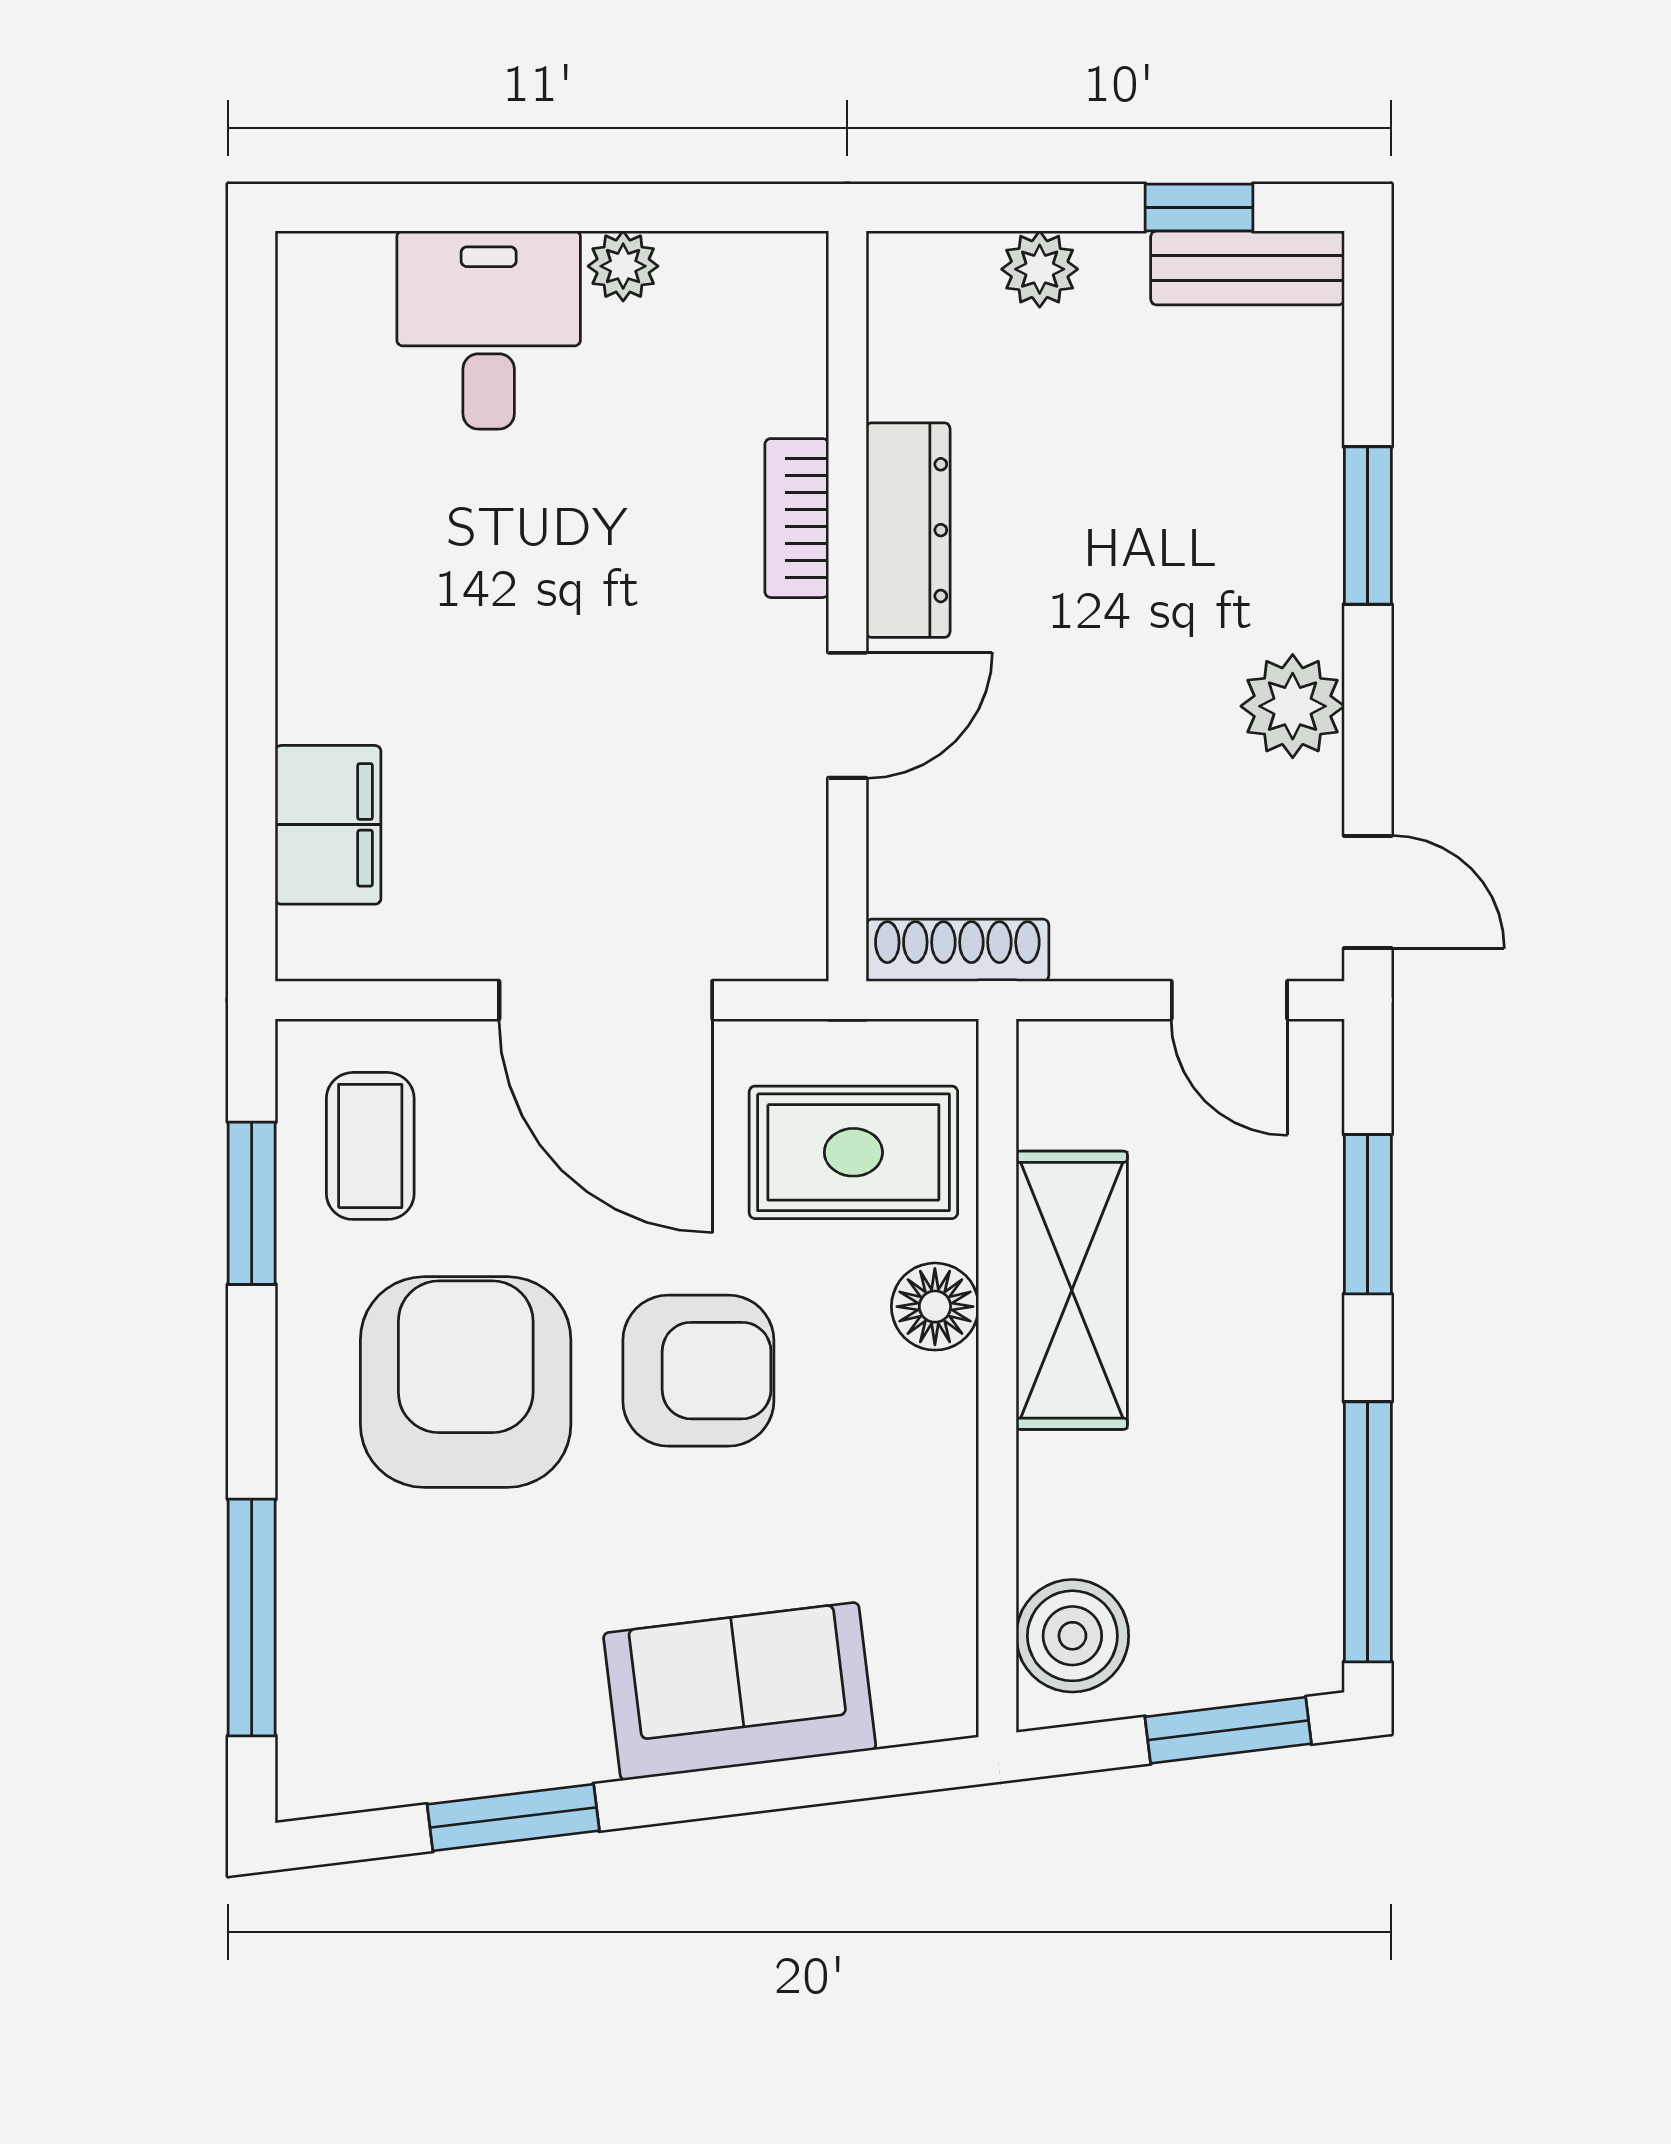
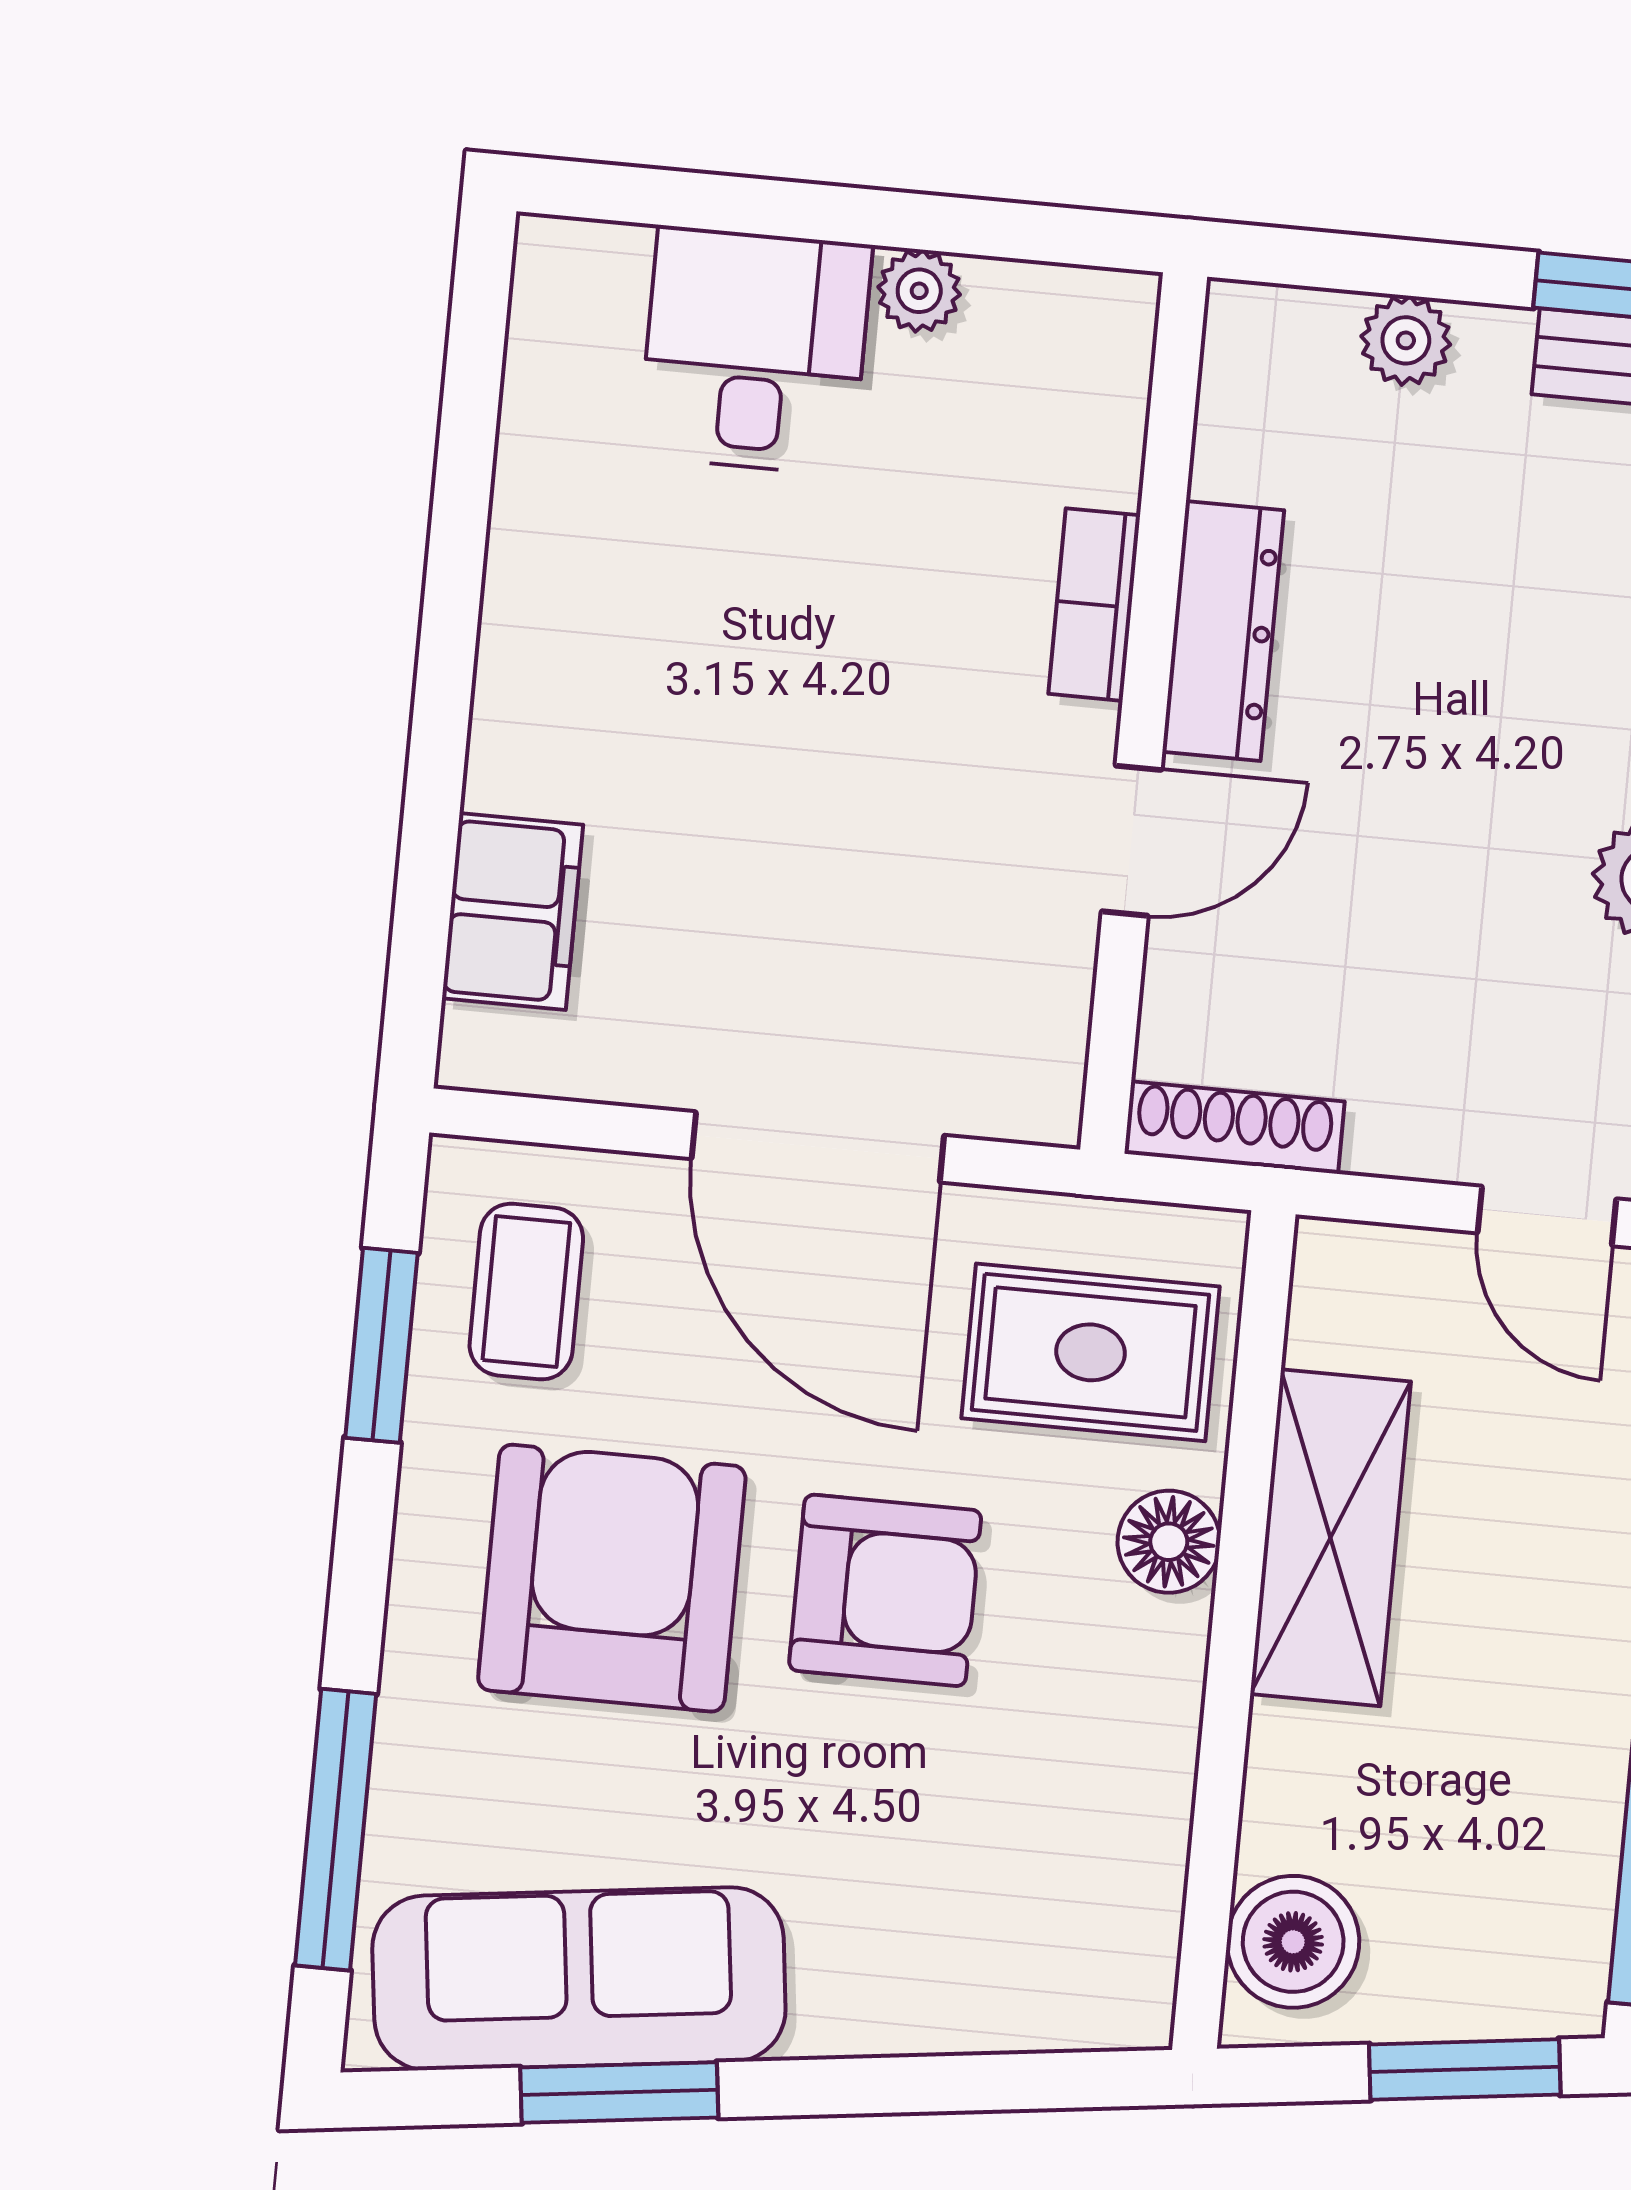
sofa: (740, 1691) -> (579, 1979), moved, width x1.36

